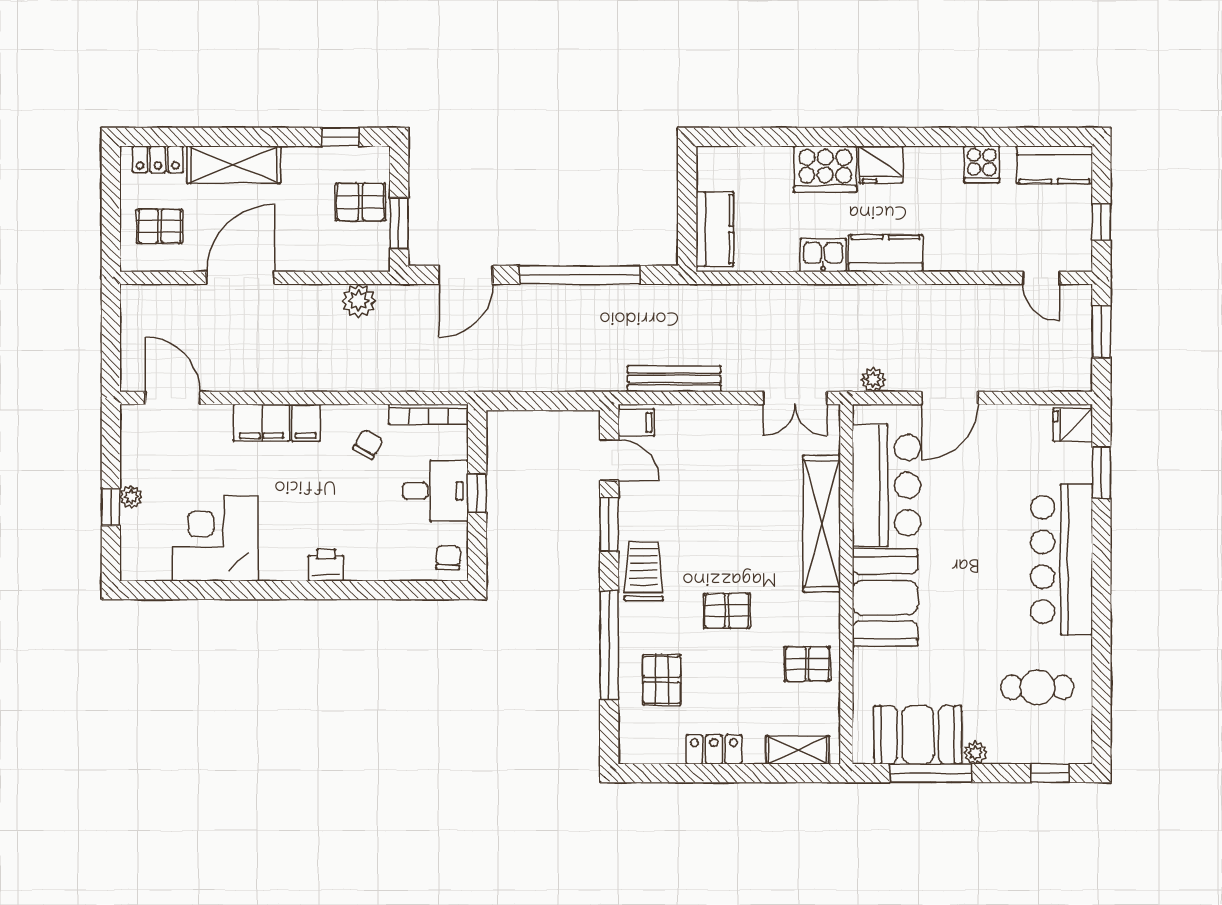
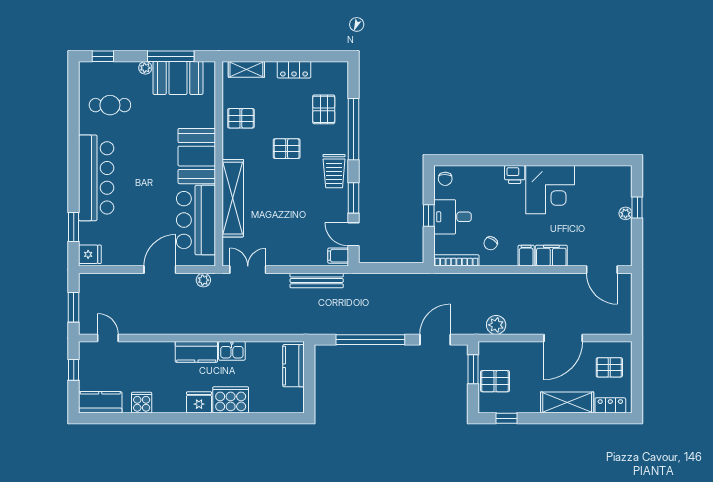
corner desk: (215, 538) -> (550, 190), moved

